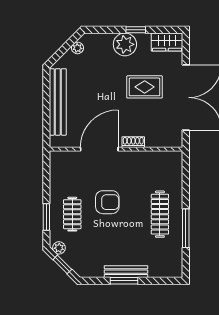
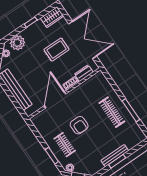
plant: (125, 44) -> (17, 43), moved
dresser: (158, 140) -> (84, 73), added
armchair: (107, 202) -> (79, 125), turned 90

